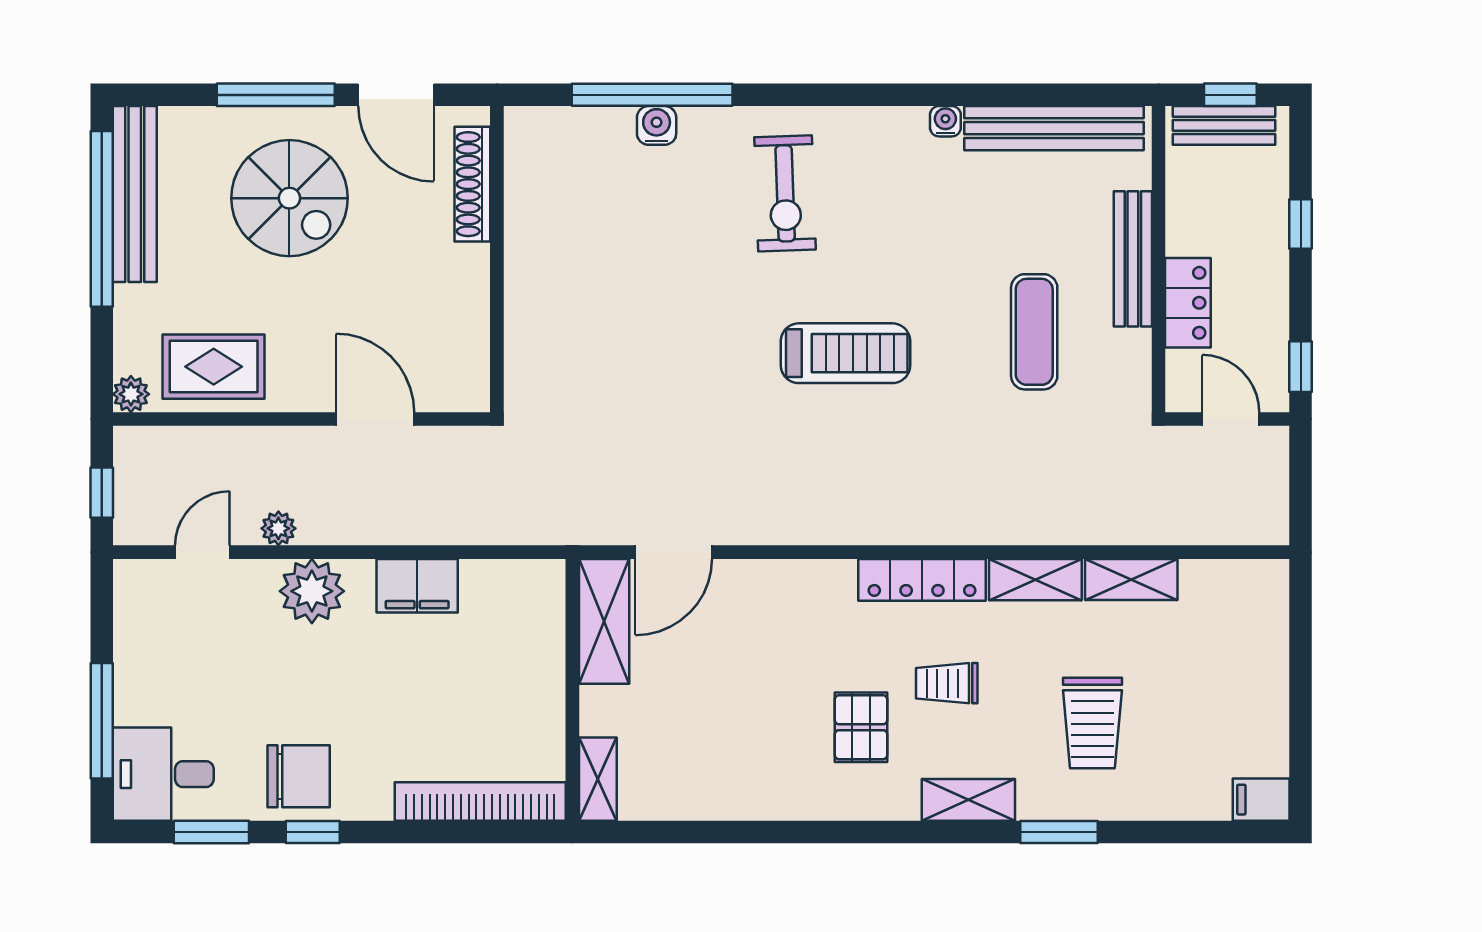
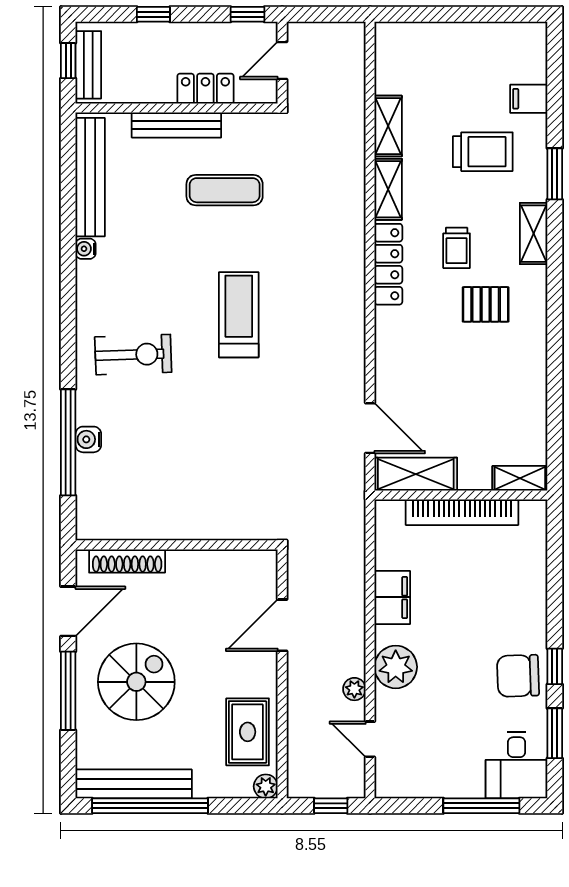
chair: (299, 776) -> (518, 676), turned -92
filing cabinet: (1261, 800) -> (529, 99), moved, turned 90
bookcase: (480, 801) -> (462, 512), moved, turned -90

